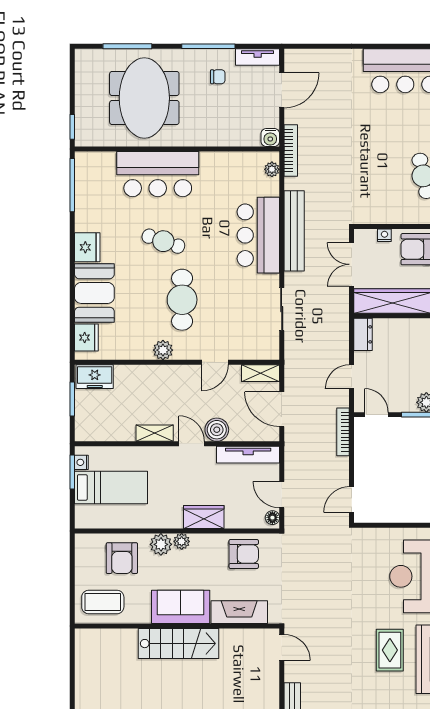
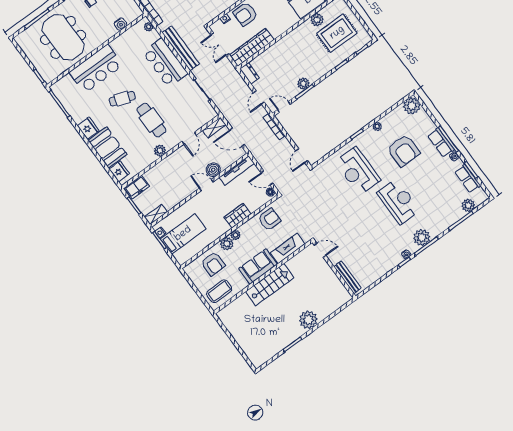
water cooler: (270, 138) -> (121, 24), moved
shelving: (155, 433) -> (156, 214), moved
rug: (390, 650) -> (372, 214), removed

